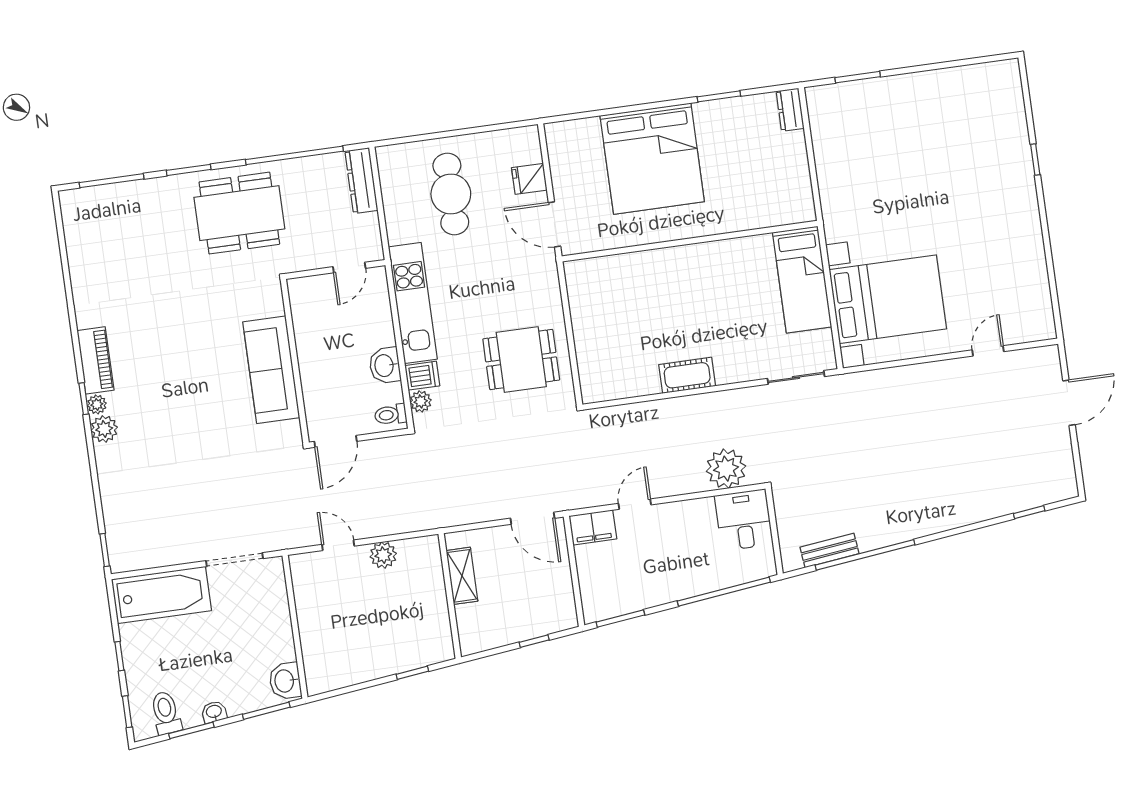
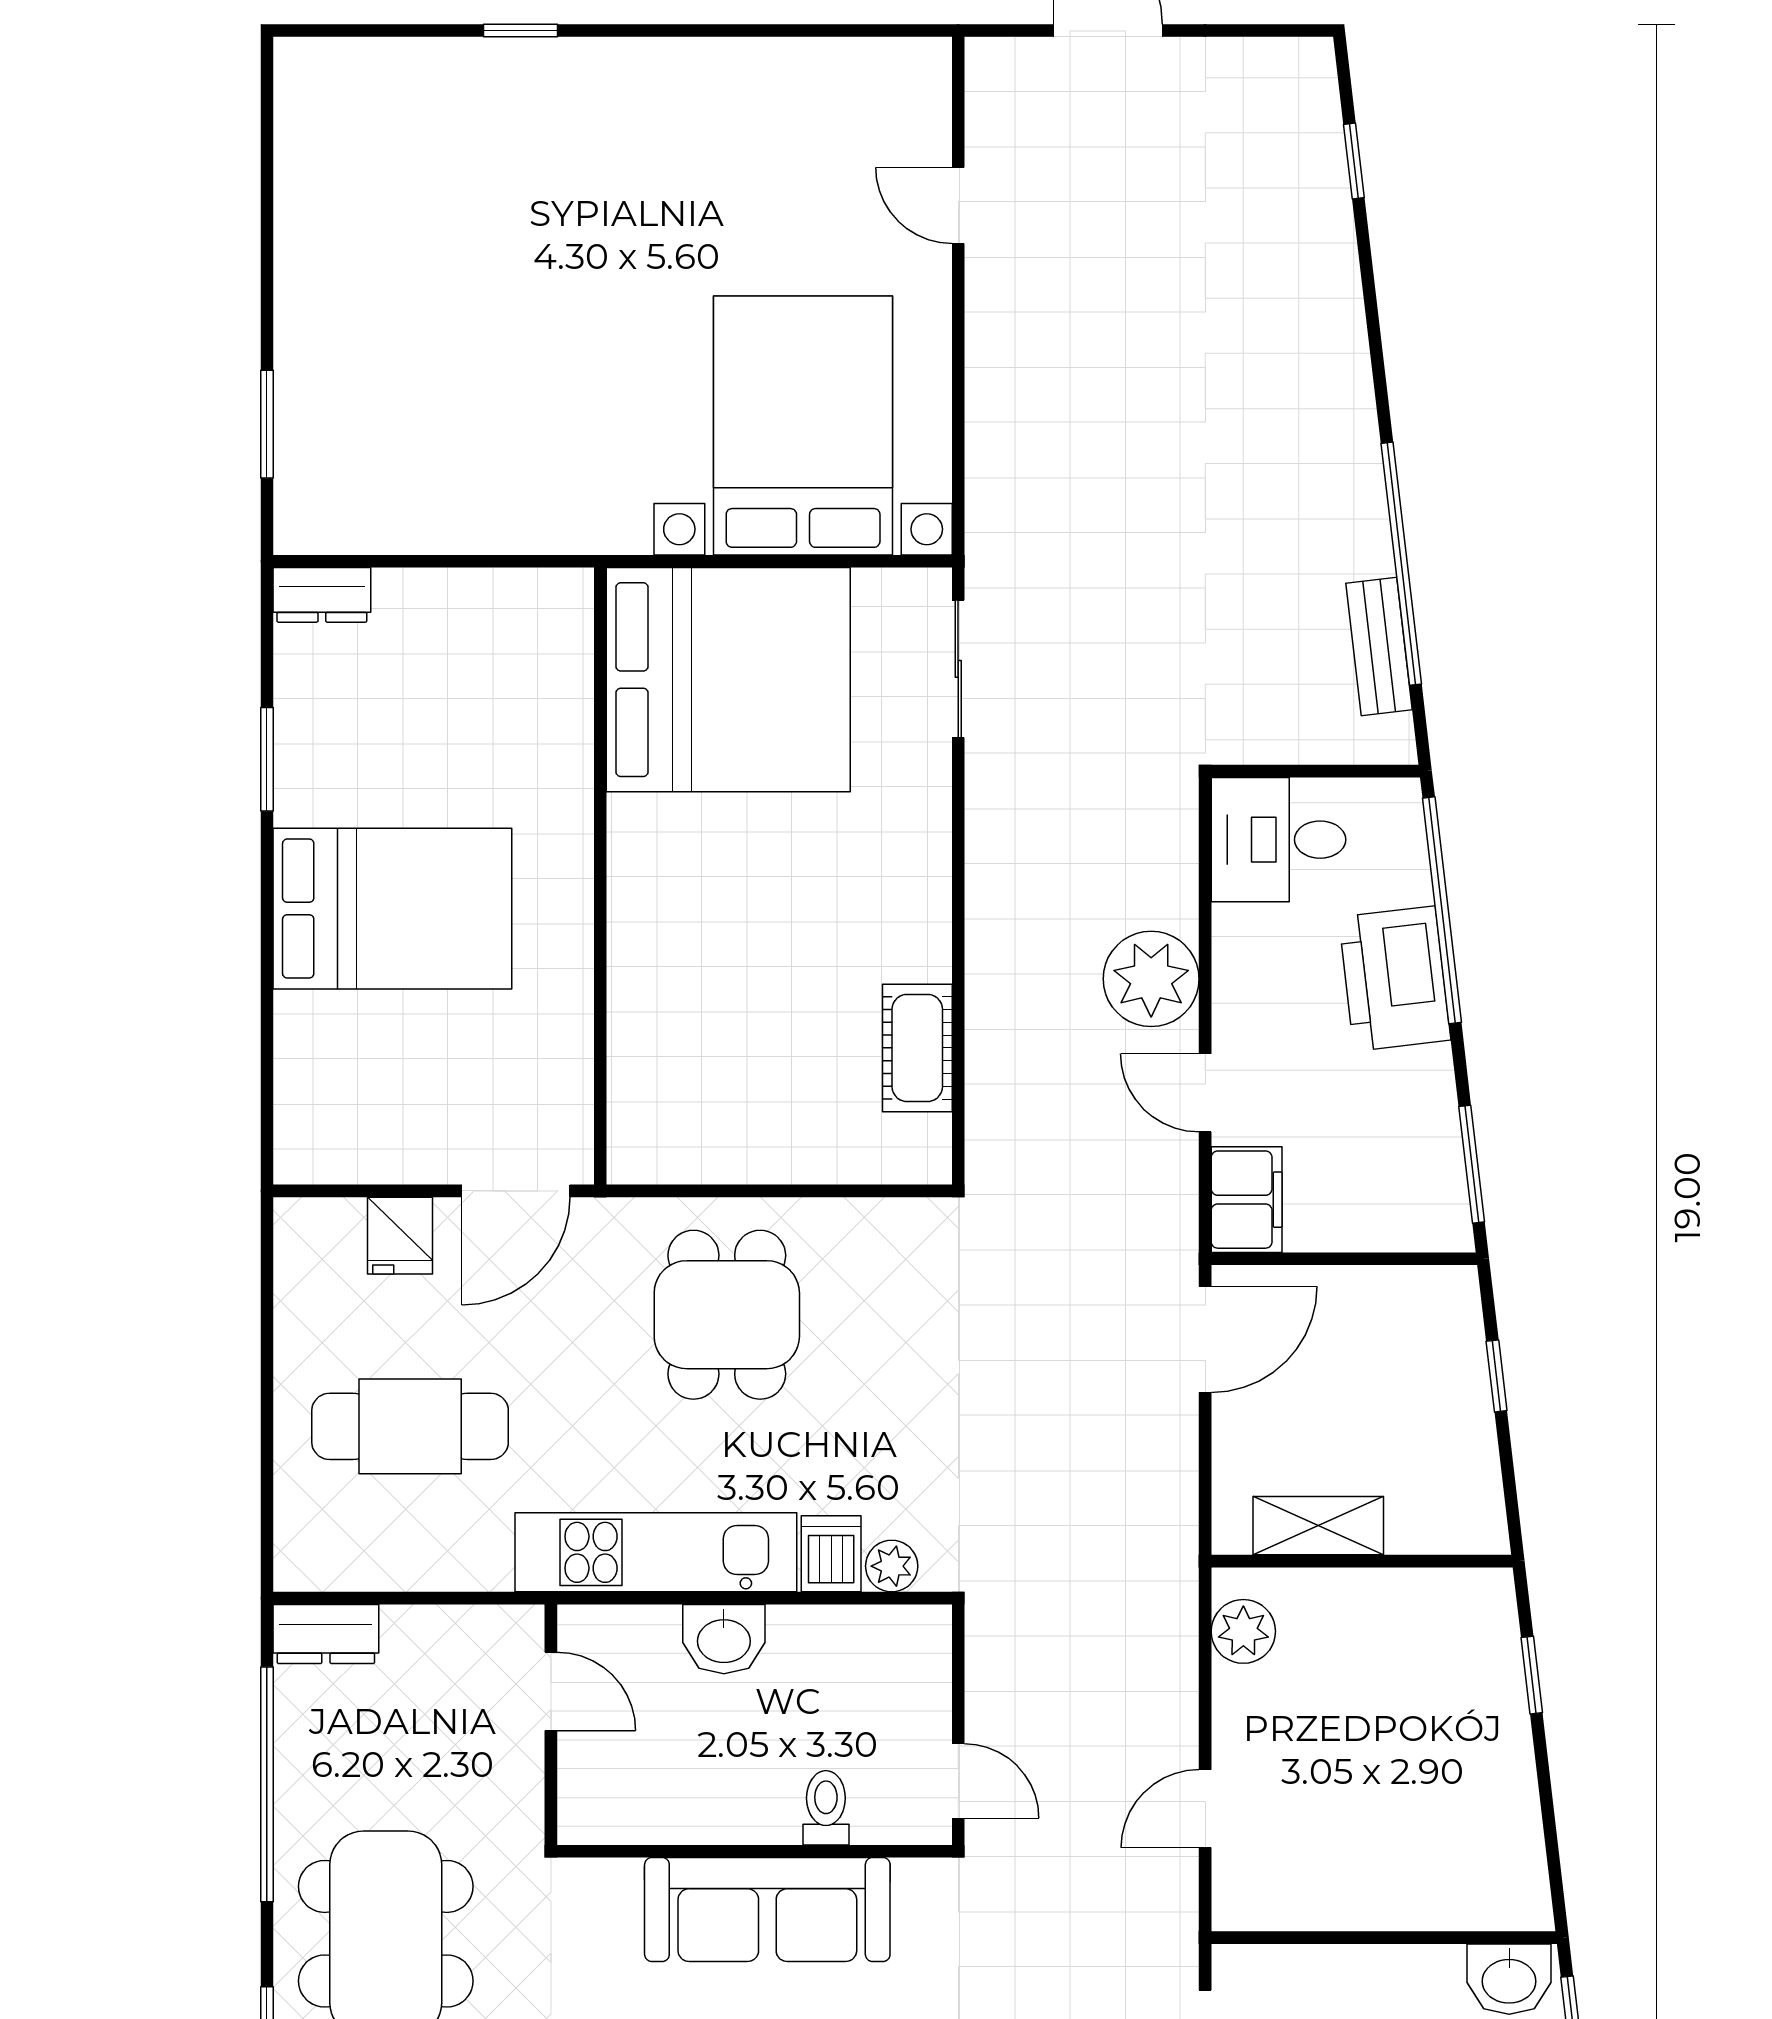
bed: (652, 159) -> (392, 909), width x0.73
dresser: (361, 181) -> (326, 1634), width x0.70
bed: (802, 280) -> (728, 680), width x2.04
dining table: (521, 359) -> (727, 1315), moved
washbasin: (385, 365) -> (724, 1639), moved
cot: (687, 375) -> (917, 1048), moved
toilet: (391, 415) -> (826, 1808), moved, turned 180
door: (336, 441) -> (958, 1781), width x0.73
plant: (726, 469) -> (1151, 979), moved
plant: (383, 555) -> (1243, 1631), moved
printer: (693, 576) -> (1395, 979), added

